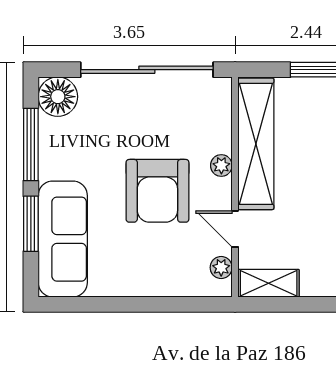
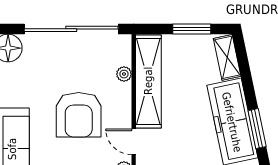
plant: (221, 165) -> (124, 74), moved

